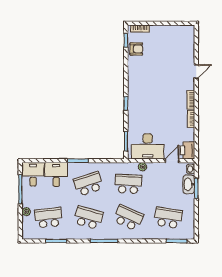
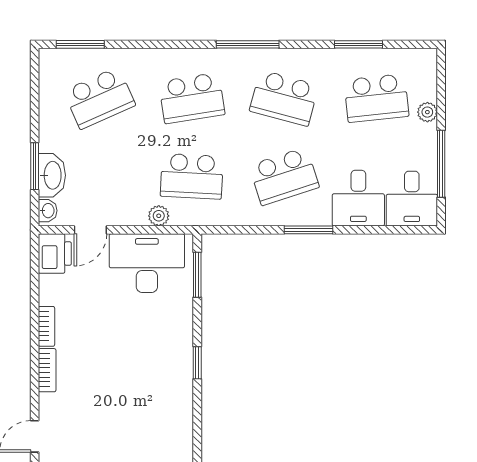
school desk: (128, 218) -> (192, 98), turned -33
school desk: (168, 218) -> (99, 98), turned -33

